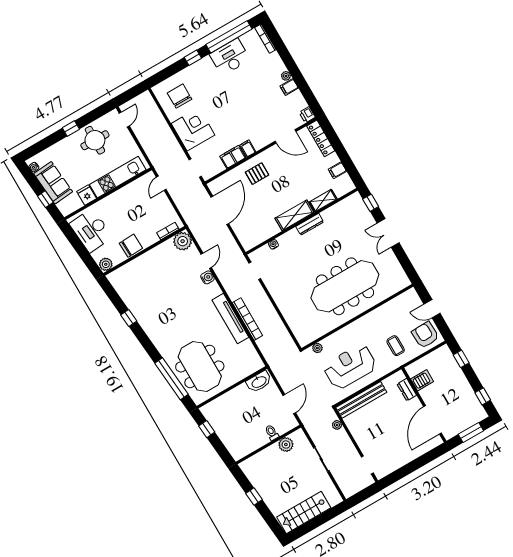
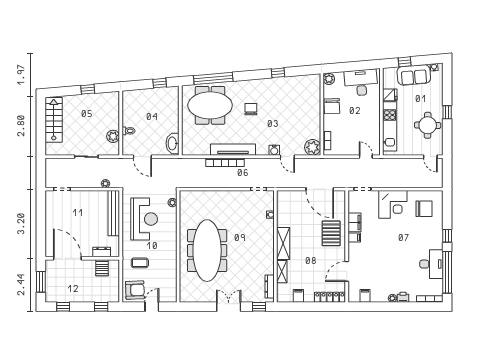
filing cabinet: (289, 87) -> (365, 296), moved
printer: (307, 115) -> (403, 297), moved
pallet: (257, 174) -> (331, 233), width x1.50, depth x1.42
dresser: (310, 224) -> (270, 287), moved
chair: (180, 324) -> (251, 109), added

